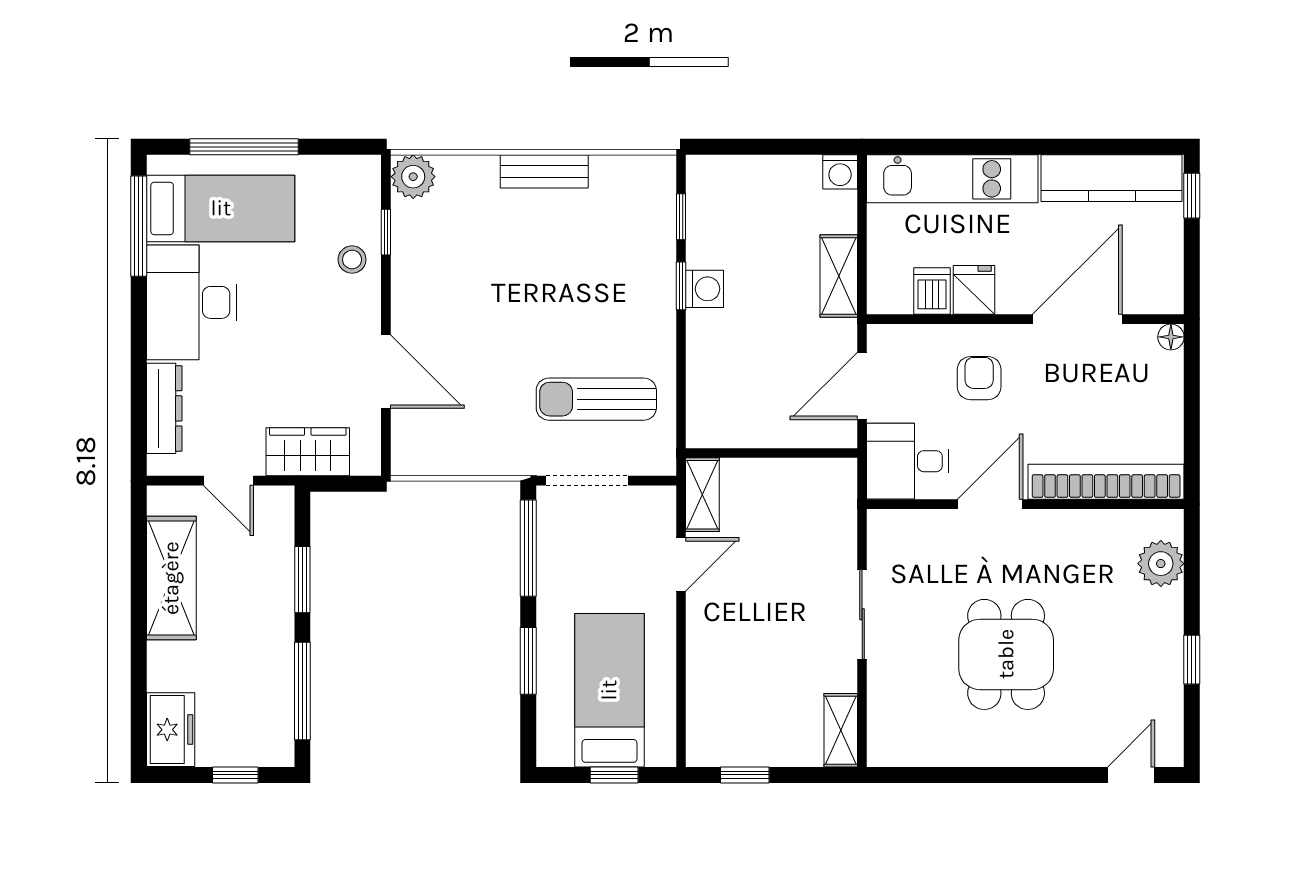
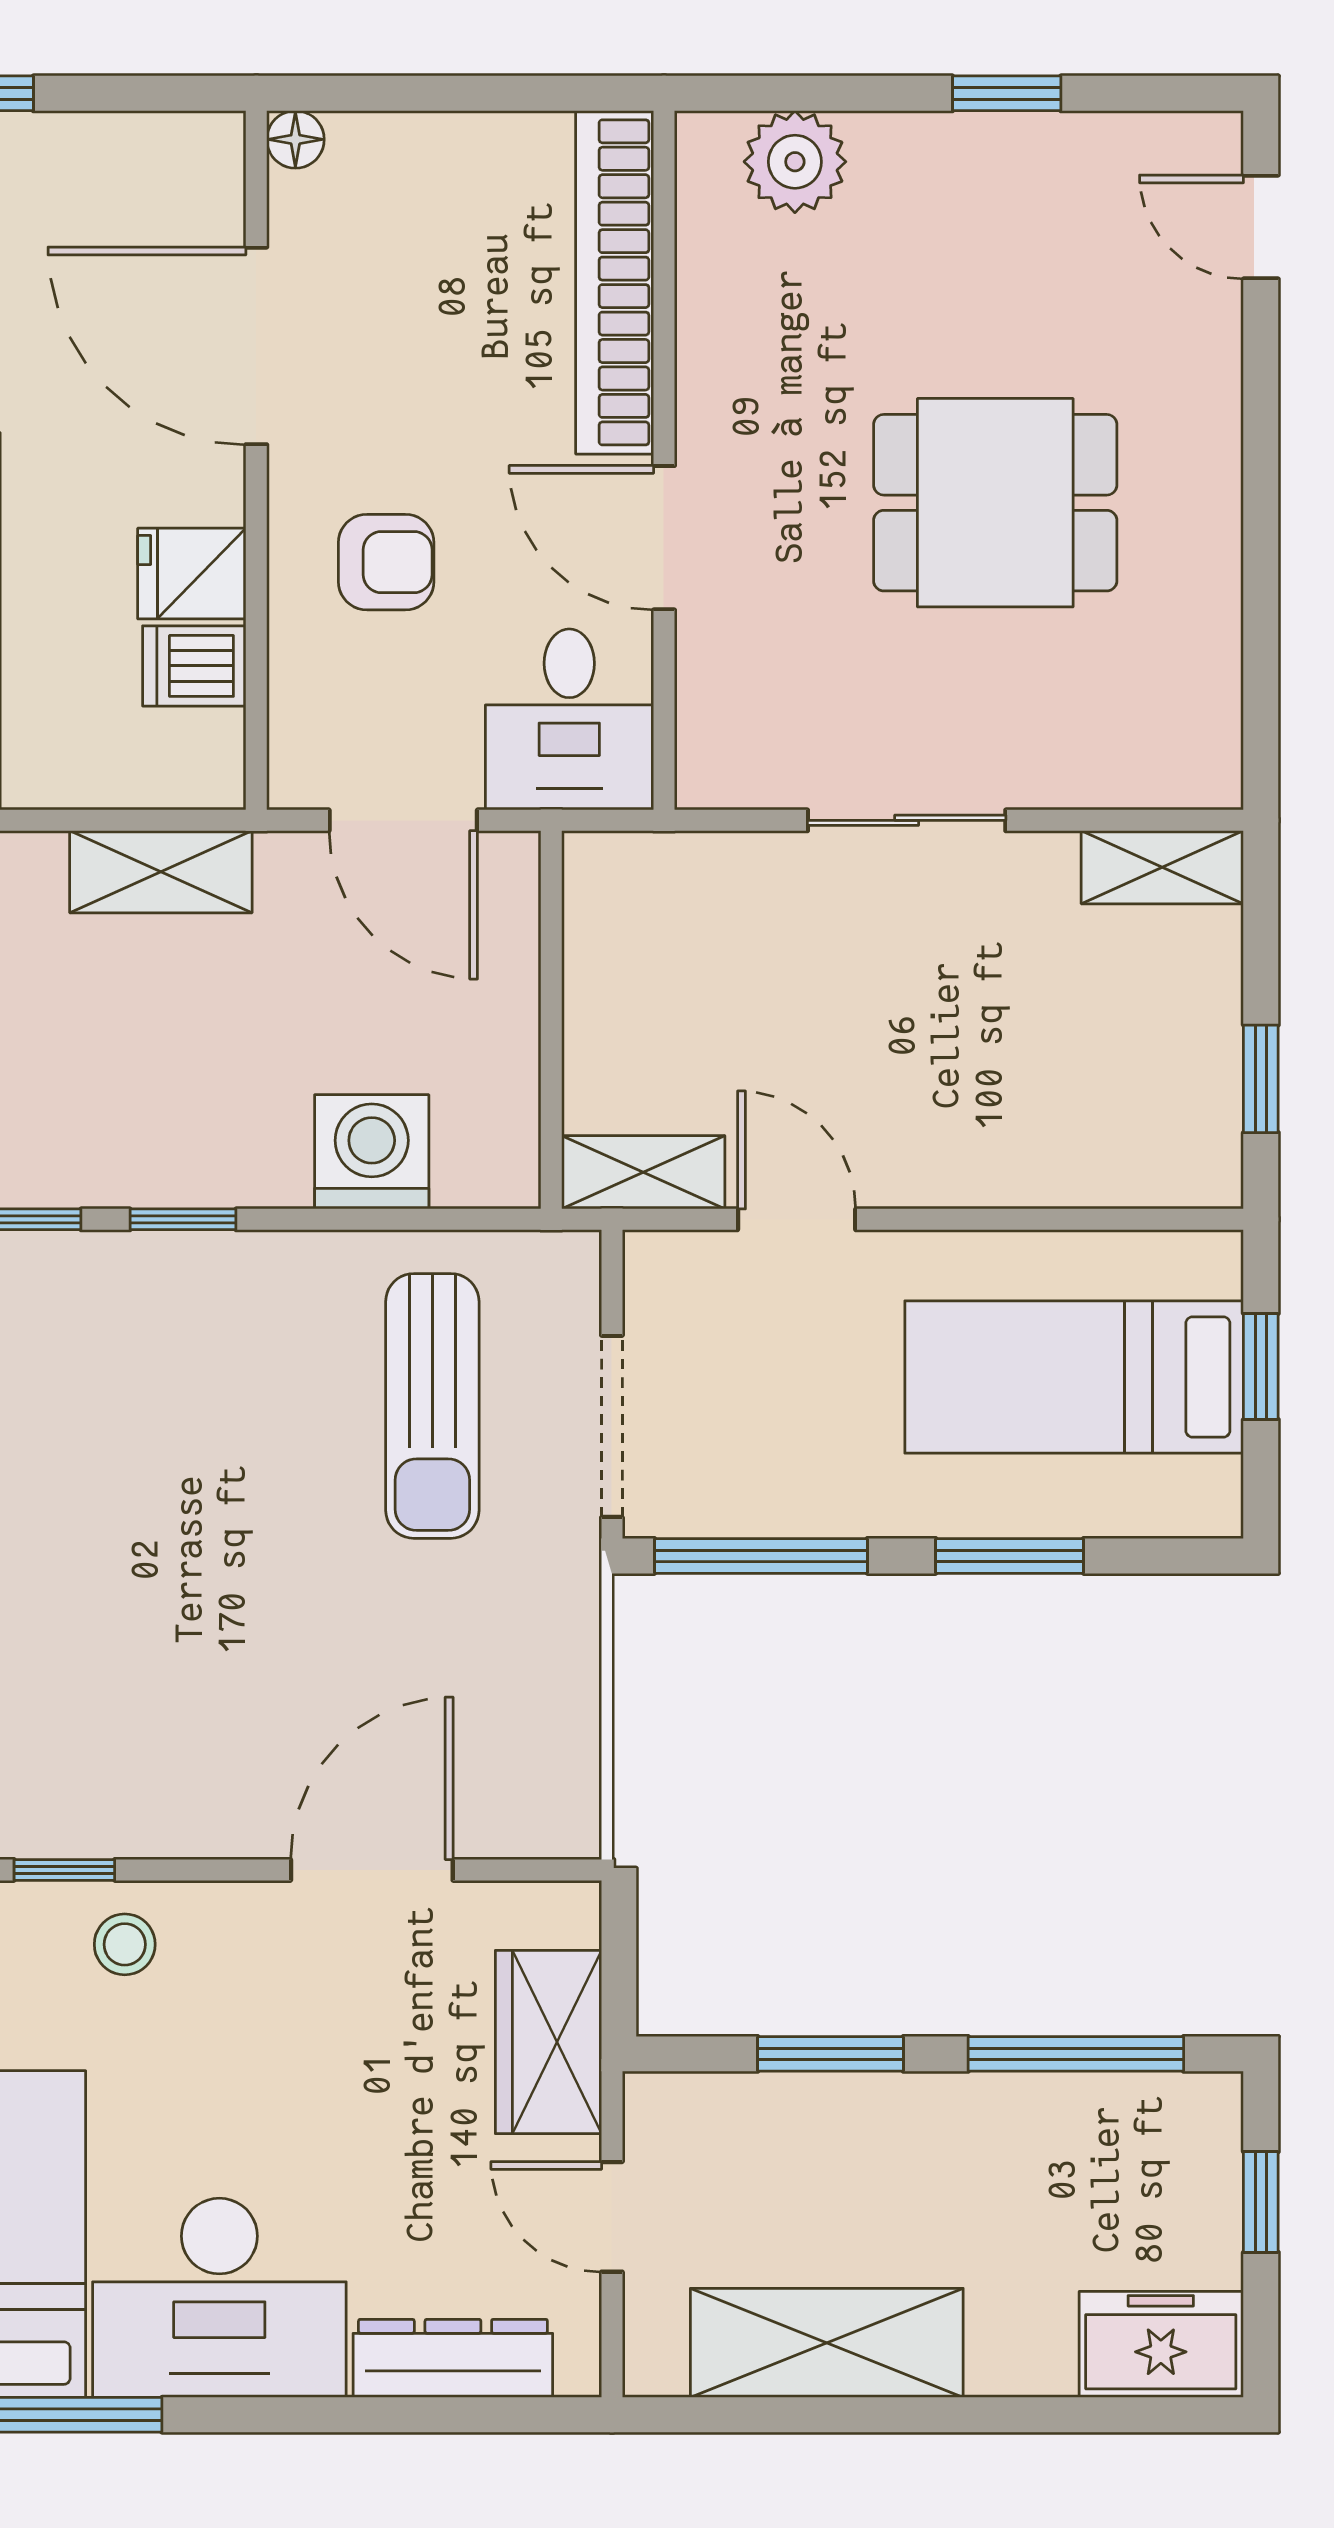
washing machine: (705, 289) -> (372, 1152), moved, width x1.38, depth x1.38
armchair: (979, 378) -> (386, 562), turned 180
door: (228, 481) -> (612, 2217), swing flipped

